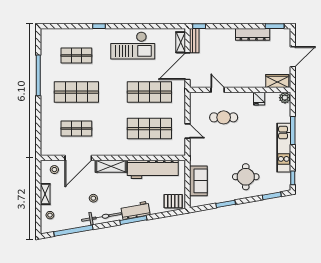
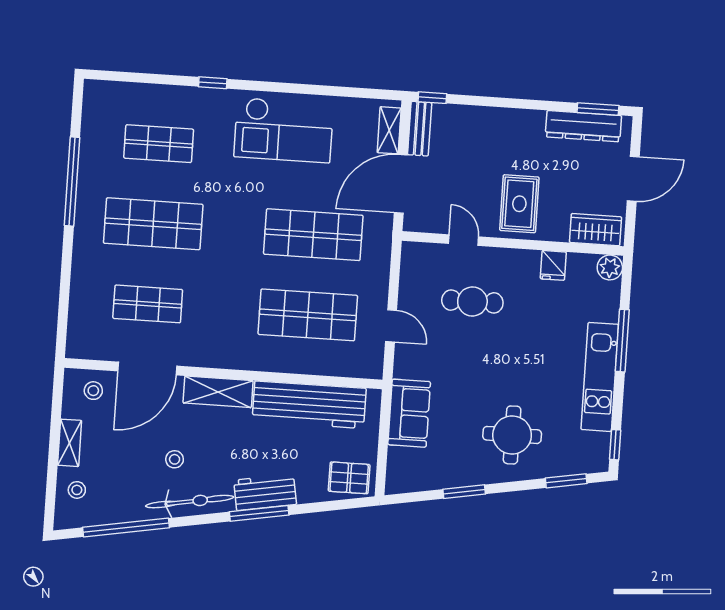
dresser: (253, 34) -> (583, 126), moved
rug: (242, 72) -> (519, 204), added
sofa: (198, 181) -> (409, 413), moved

